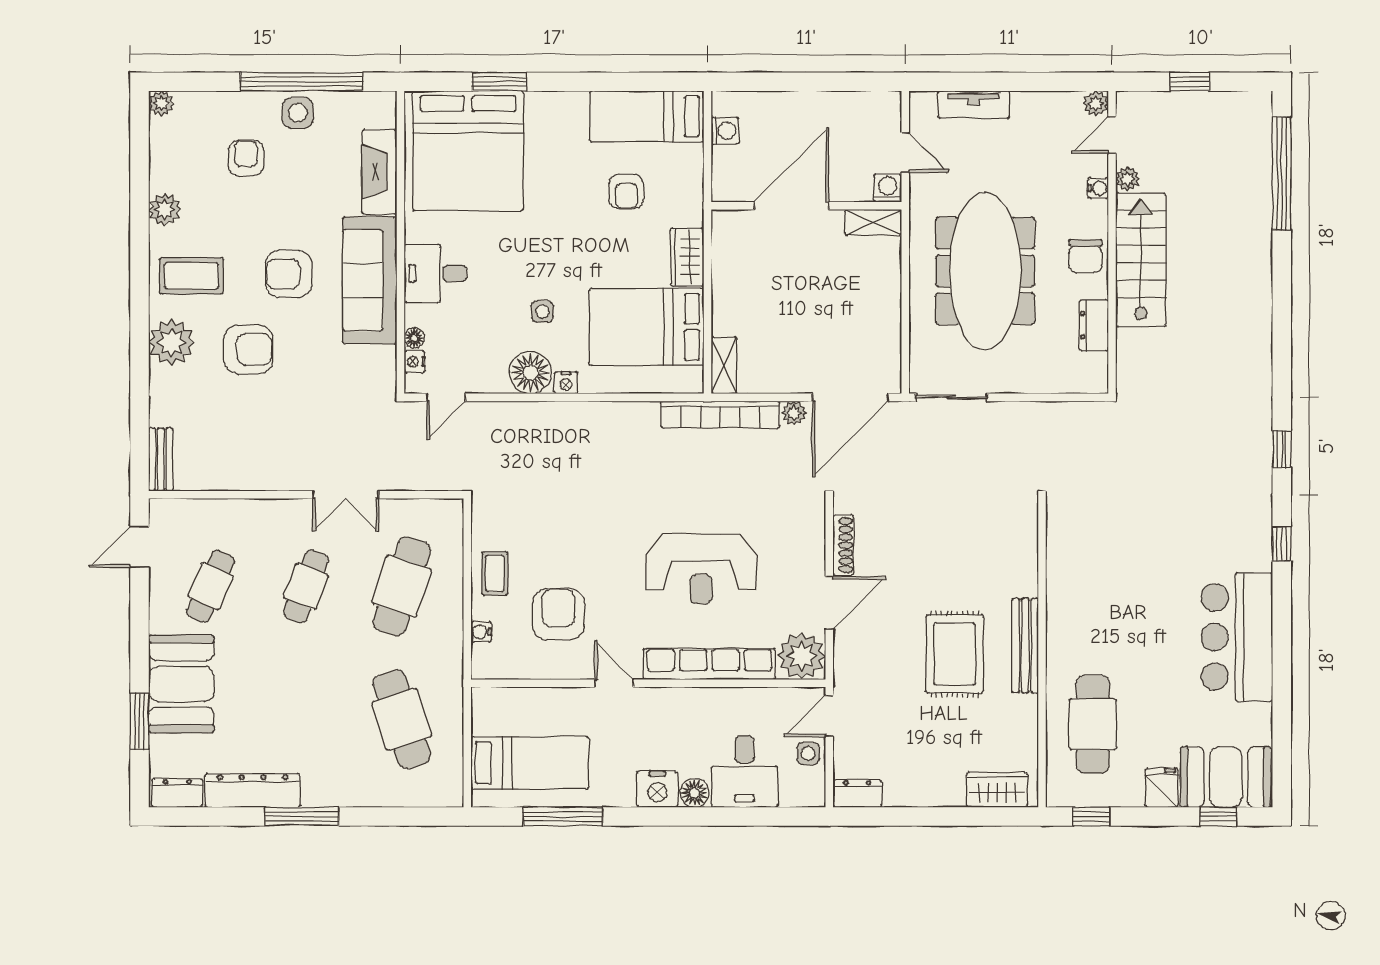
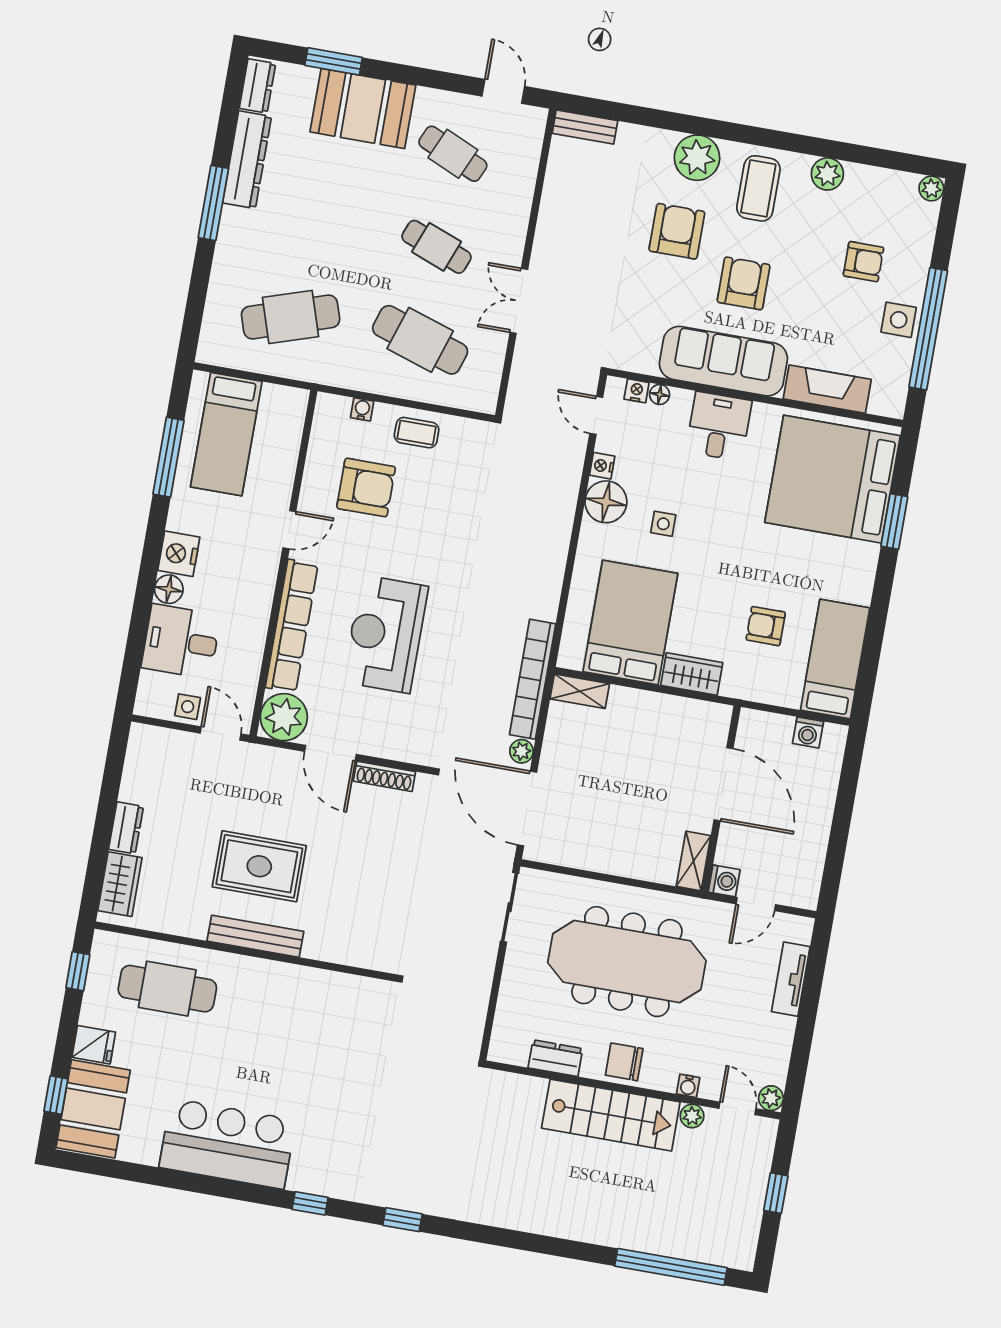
armchair: (248, 349) -> (677, 231), turned 180
nightstand: (566, 383) -> (602, 466), moved
dresser: (857, 794) -> (126, 828), moved

